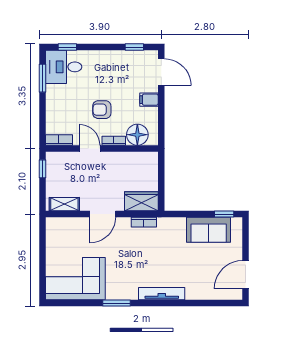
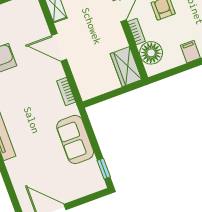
wardrobe: (141, 201) -> (126, 67), moved, turned 180
sofa: (209, 230) -> (75, 139), moved

